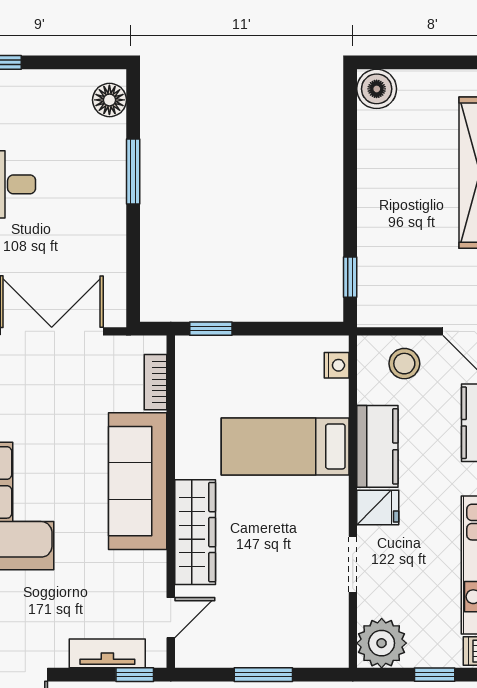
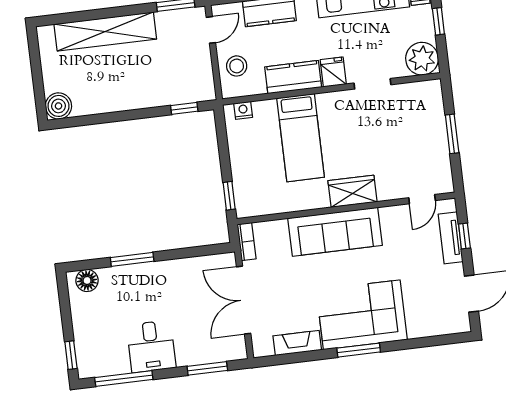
bookcase: (156, 382) -> (247, 242), moved, turned -90
wardrobe: (195, 532) -> (352, 191), width x0.67
door: (171, 618) -> (422, 199), swing flipped
window: (135, 675) -> (464, 236), moved

